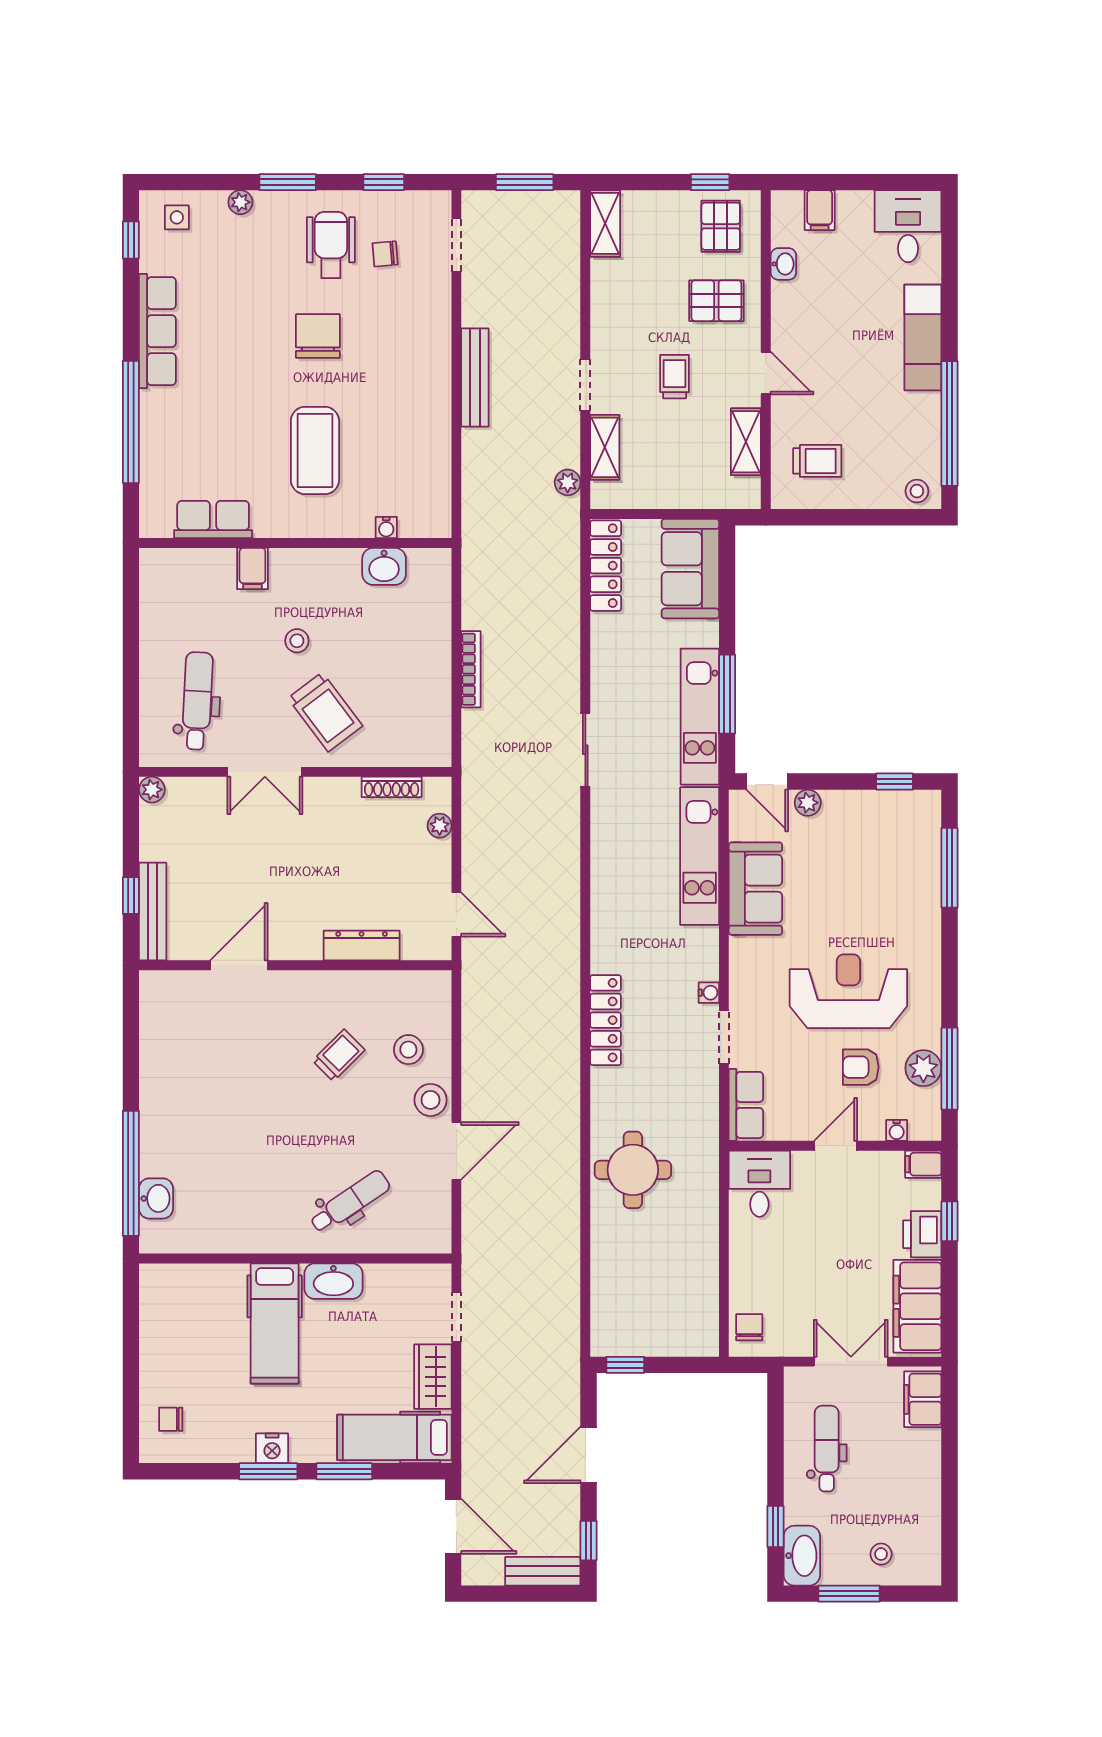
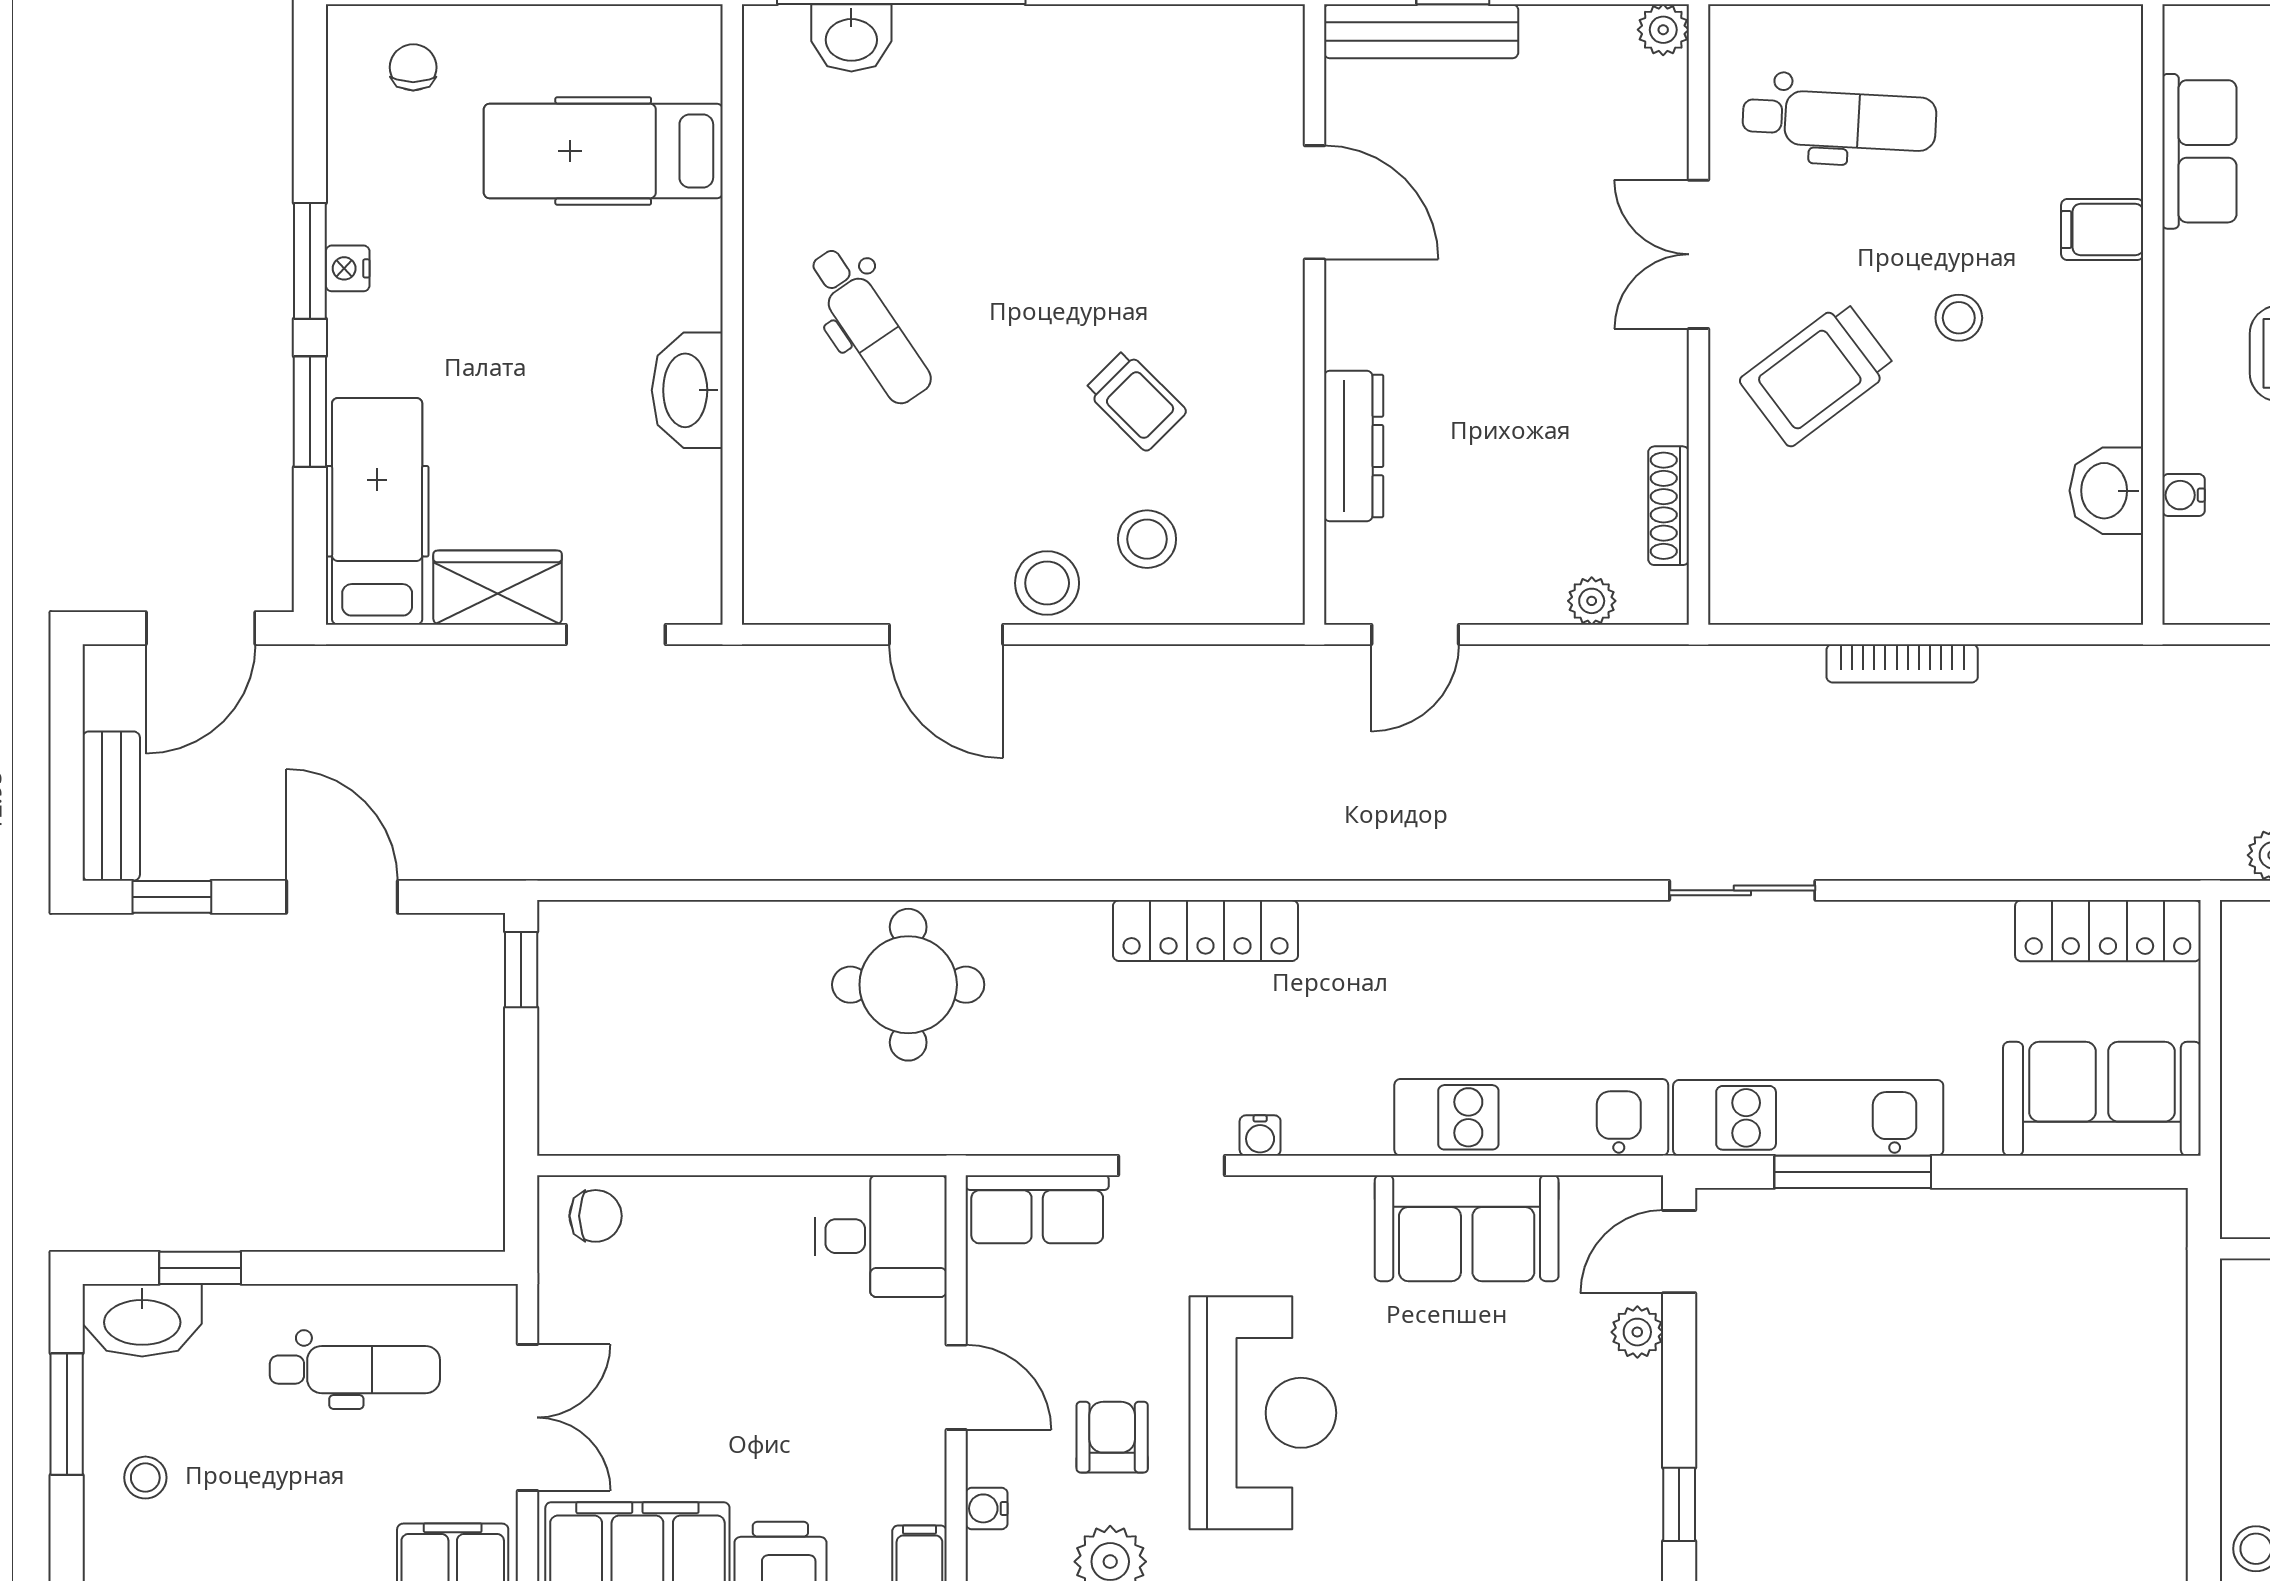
dental chair: (350, 1202) -> (869, 326), moved
hospital bed: (275, 1323) -> (603, 151), moved
nightstand: (272, 1448) -> (348, 268), width x0.72, depth x0.74

